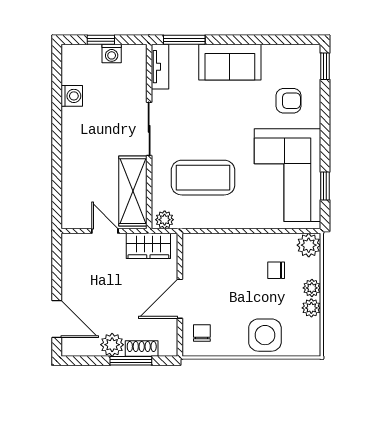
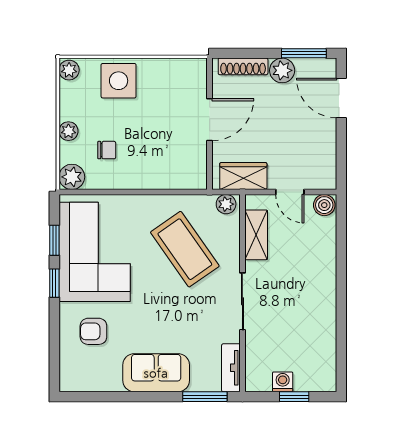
window: (325, 66) -> (54, 283), moved
washing machine: (72, 96) -> (325, 337), removed
coffee table: (203, 178) -> (185, 249), turned 55
shelving: (133, 191) -> (256, 235), width x0.67, depth x0.75
boiler: (73, 219) -> (324, 205), added
plant: (311, 308) -> (69, 70), moved
chair: (202, 333) -> (186, 83), removed
shoe rack: (142, 349) -> (243, 66), width x1.43
window: (131, 361) -> (304, 53), moved

